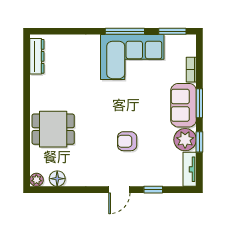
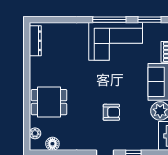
armchair: (127, 141) -> (111, 112), turned 180
plant: (36, 180) -> (35, 133), moved

